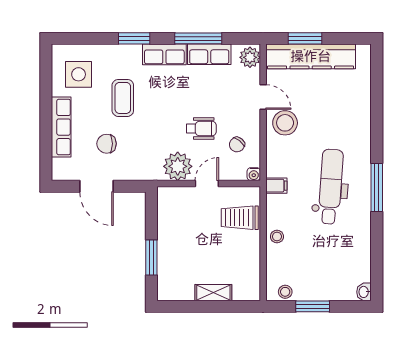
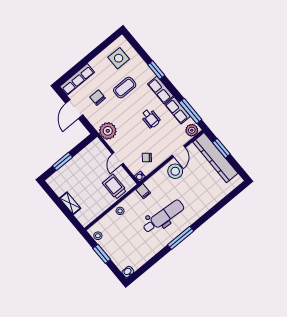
window: (198, 38) -> (190, 111), moved
row of seats: (61, 127) -> (77, 79), moved
wheelchair: (201, 129) -> (151, 118), moved
plant: (178, 166) -> (108, 131), moved
door: (207, 184) -> (118, 159), swing flipped

